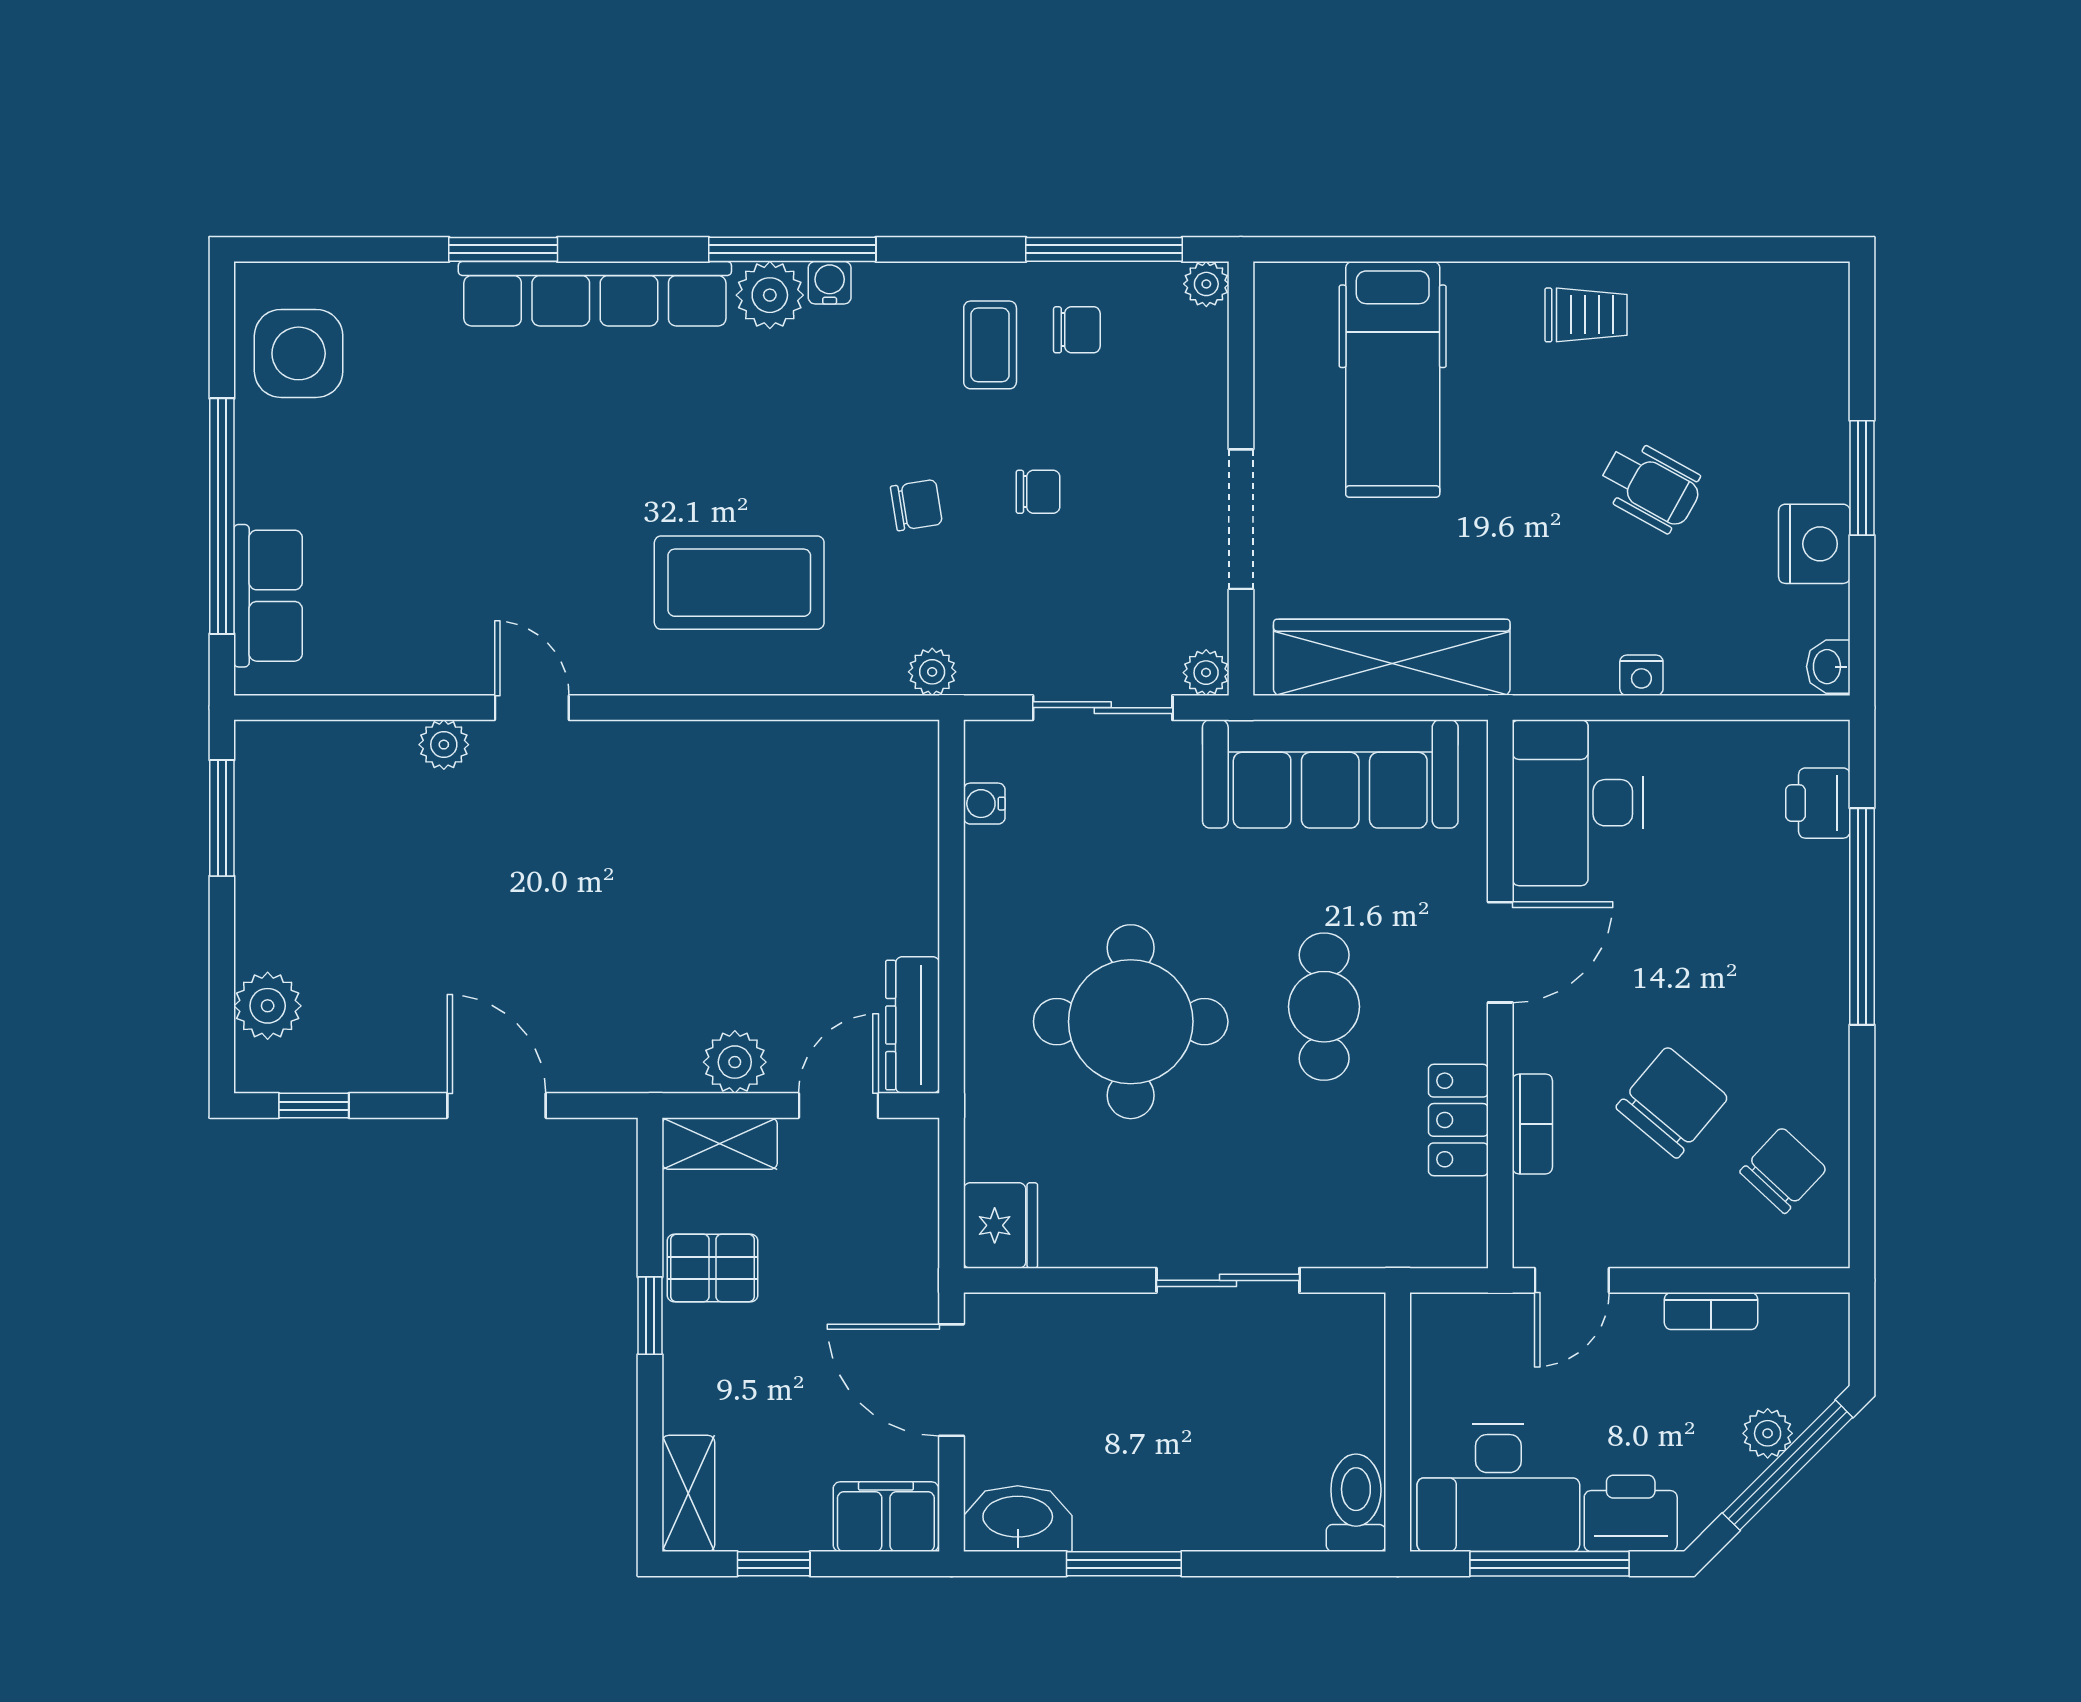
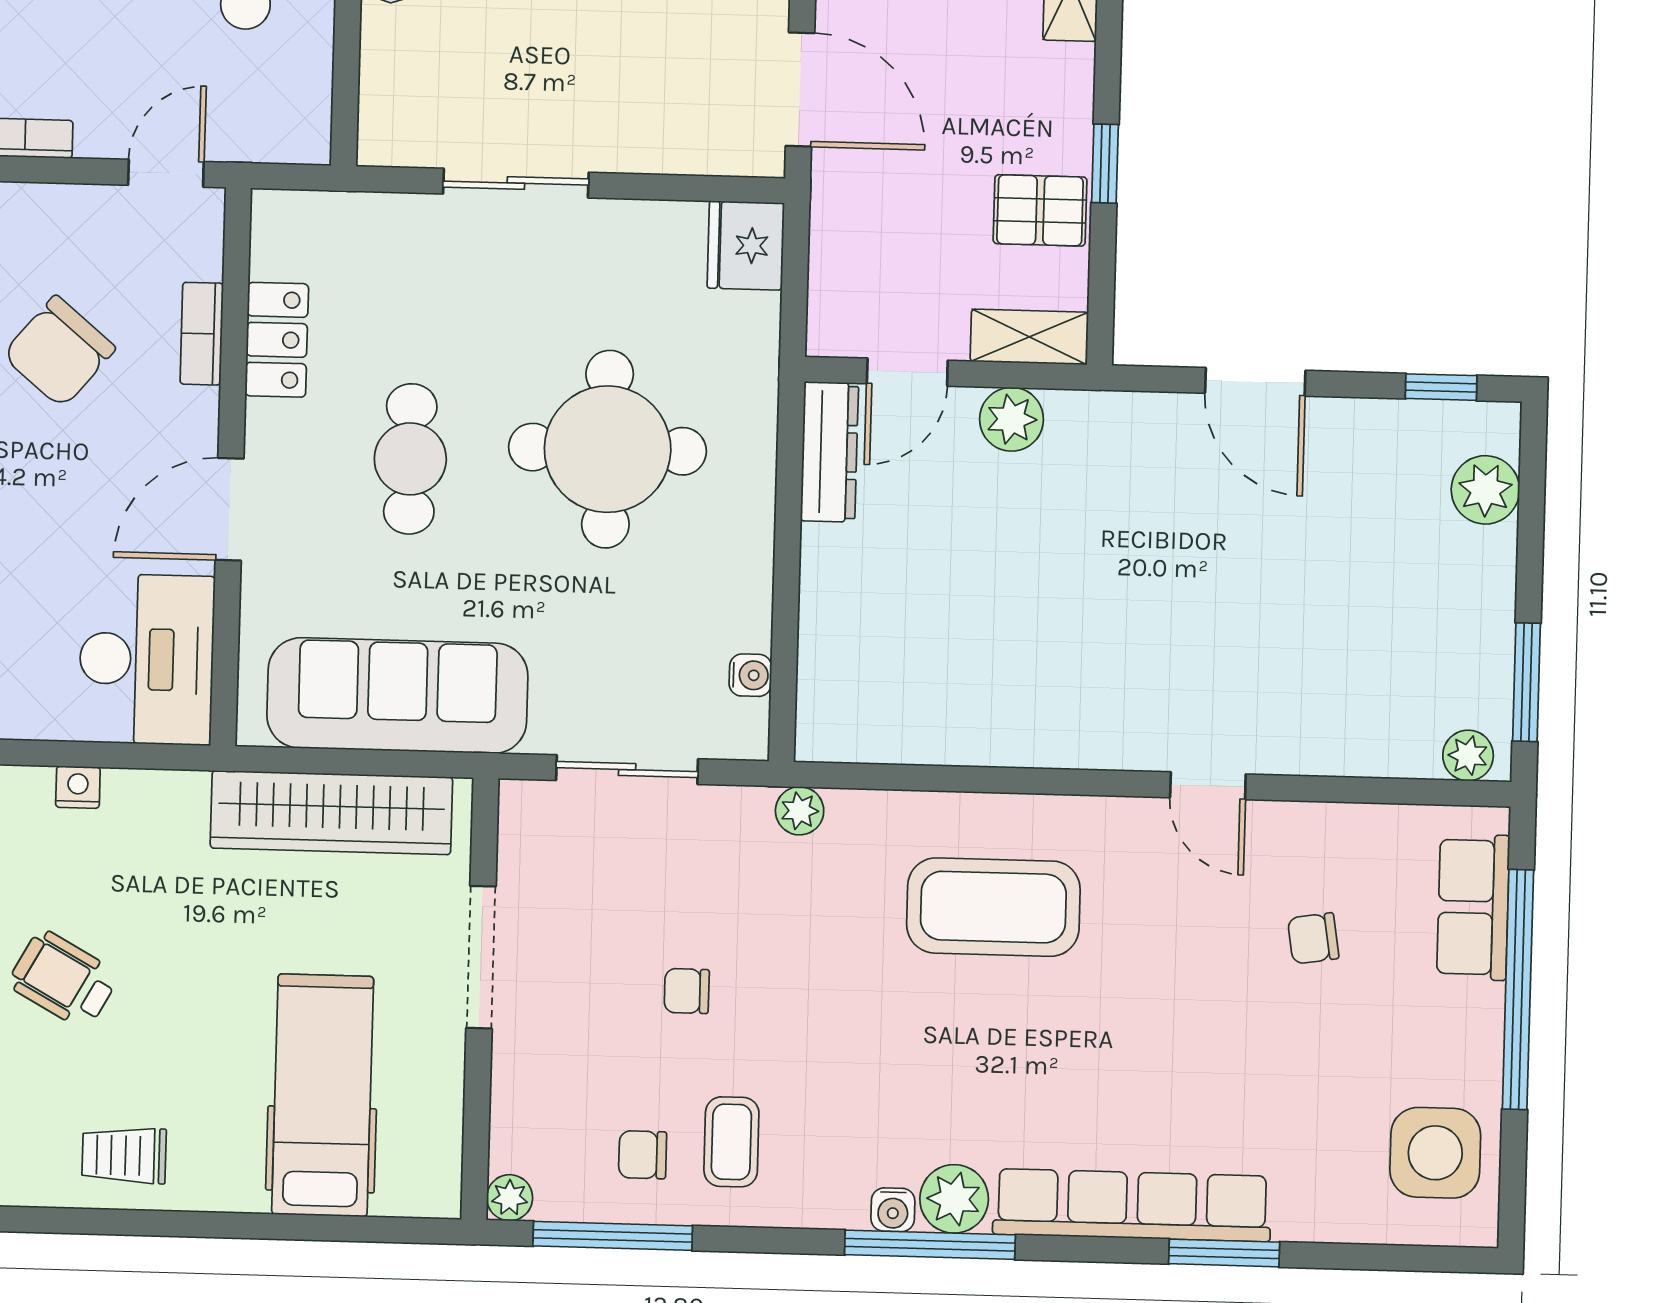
chair: (916, 505) -> (1313, 938), moved
plant: (1206, 673) -> (521, 802), removed
plant: (444, 745) -> (1468, 755), moved

